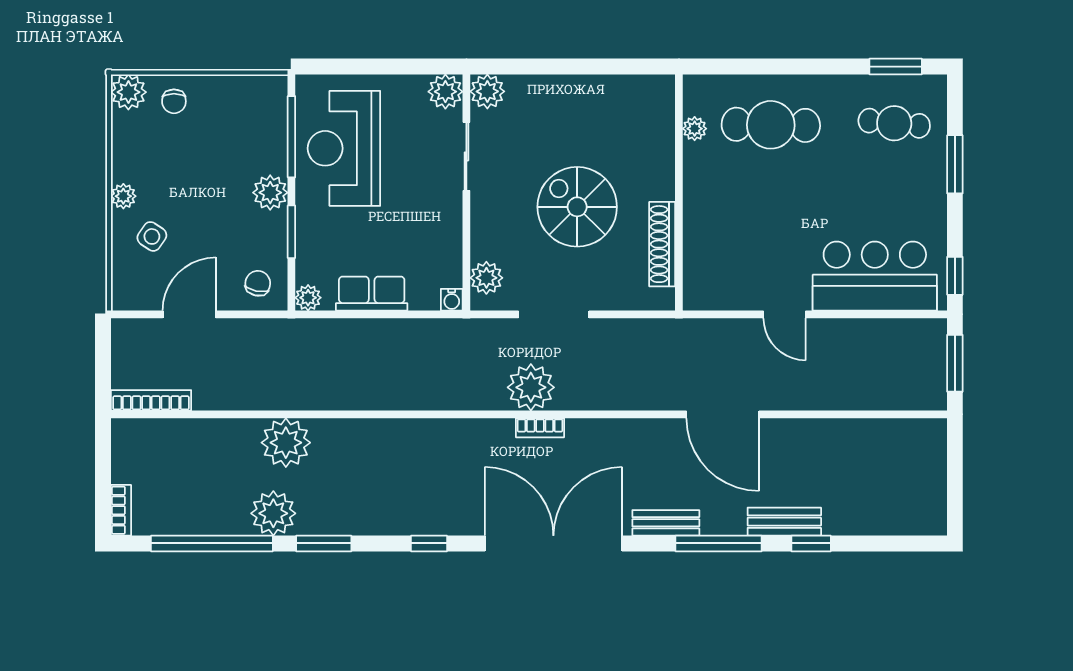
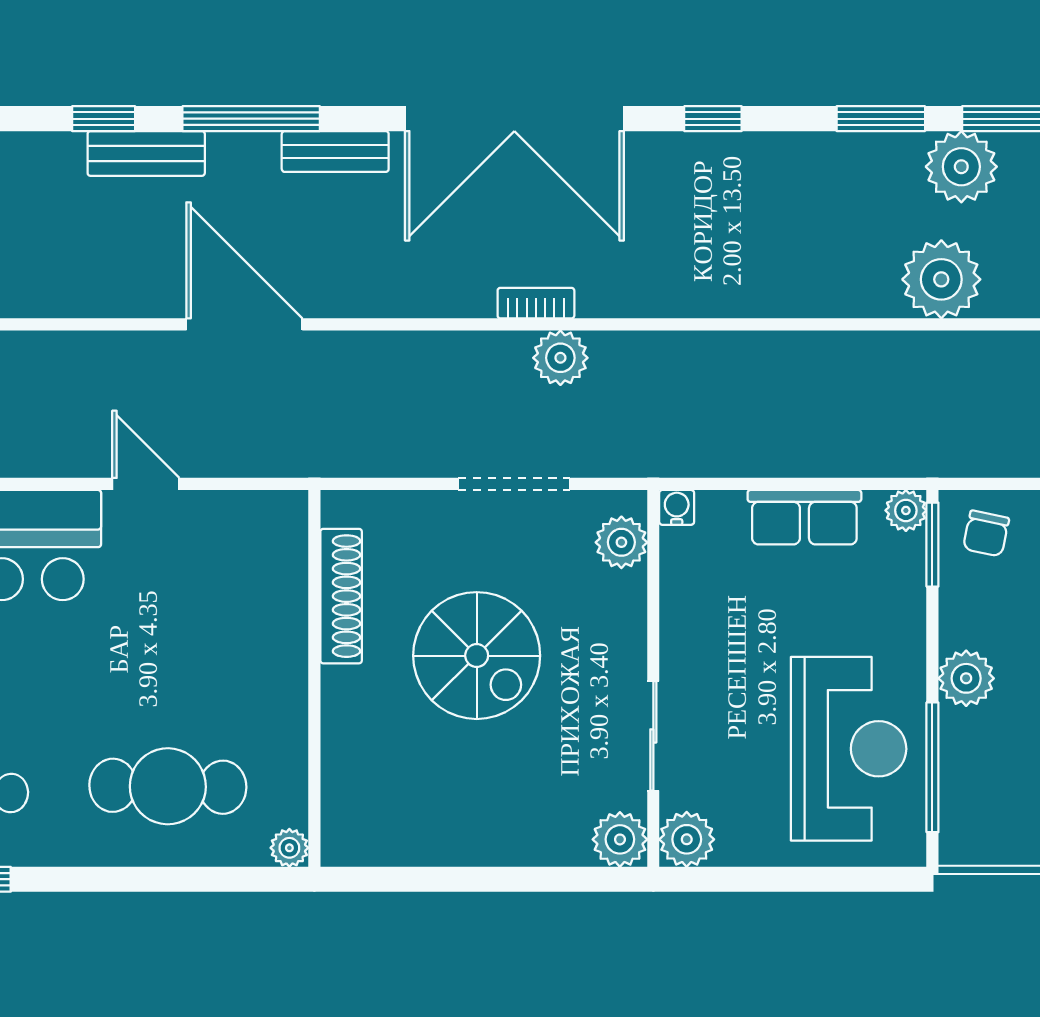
plant: (695, 129) -> (289, 848), moved
window: (291, 232) -> (932, 545), moved
plant: (531, 387) -> (560, 358), width x0.73, depth x0.73

